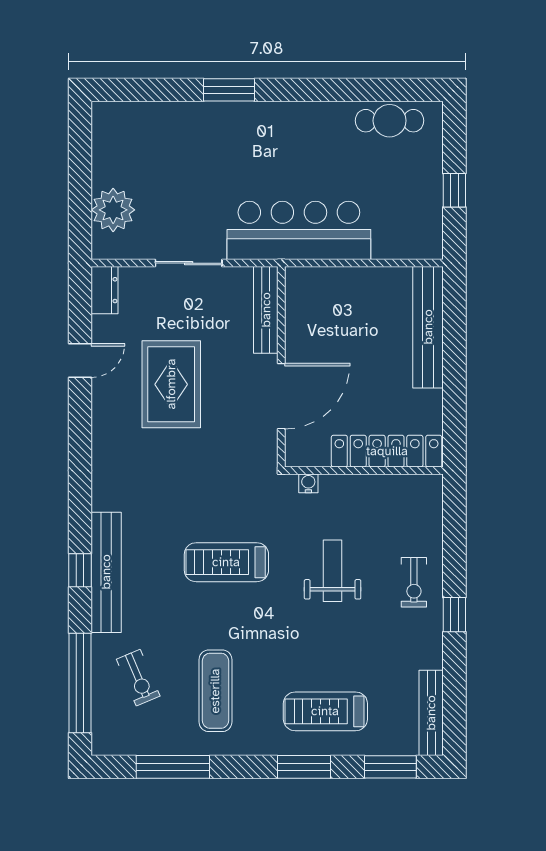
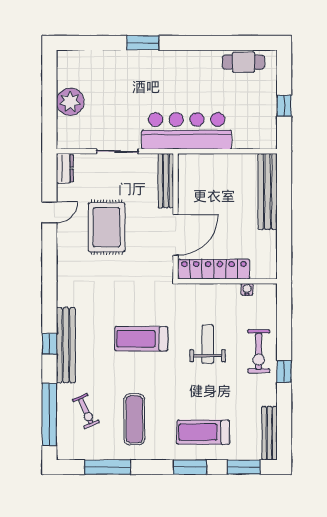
plant: (113, 210) -> (70, 102), moved
locker: (387, 451) -> (214, 269), moved
water cooler: (308, 483) -> (247, 289), moved
exercise bike: (414, 582) -> (259, 351), width x1.38, depth x1.39

